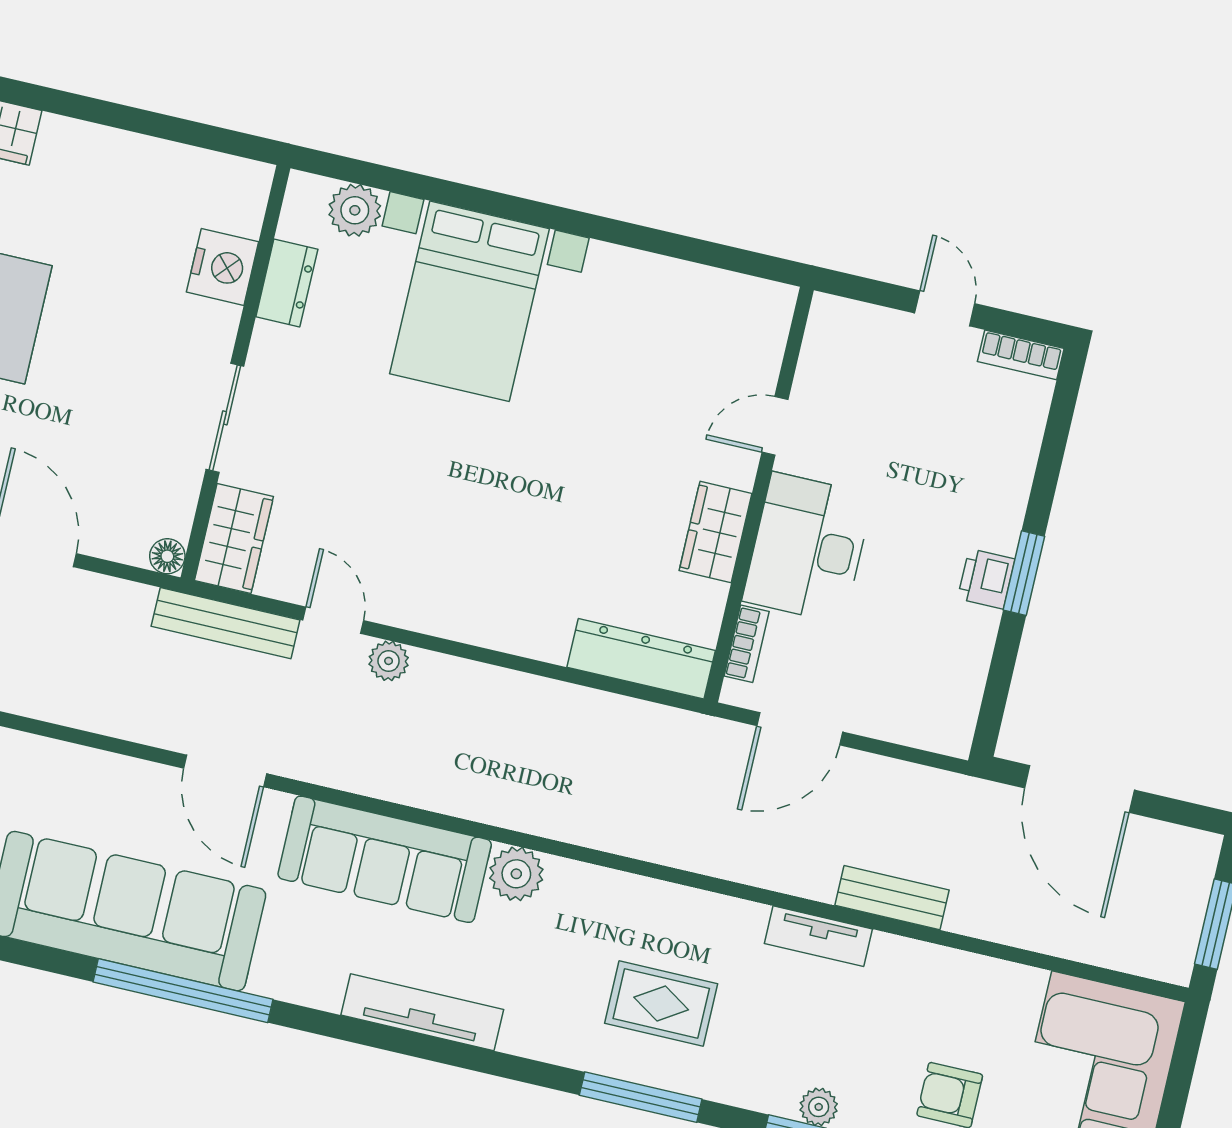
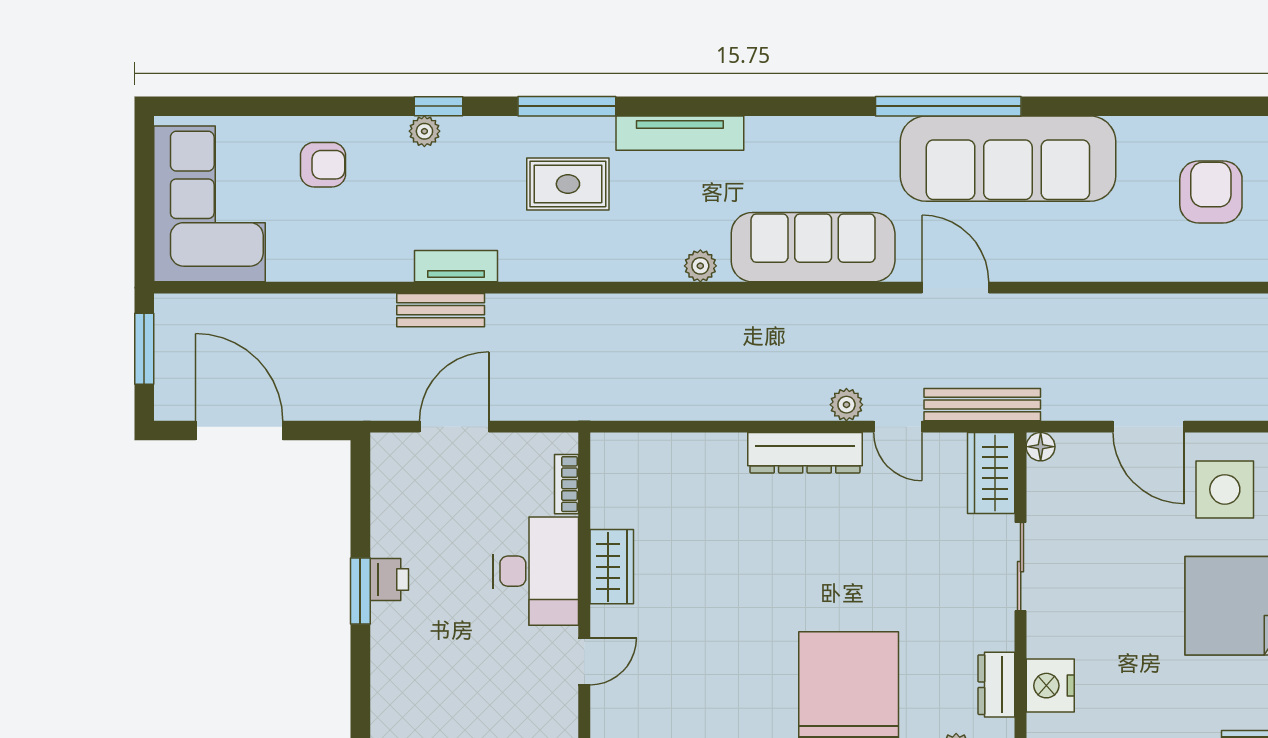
dresser: (641, 659) -> (805, 453), moved
door: (800, 729) -> (454, 427), moved
door: (1079, 789) -> (239, 430), moved
plant: (516, 874) -> (700, 266), width x0.73, depth x0.73
bench: (892, 898) -> (441, 310), moved
tv unit: (422, 1012) -> (680, 133), moved

